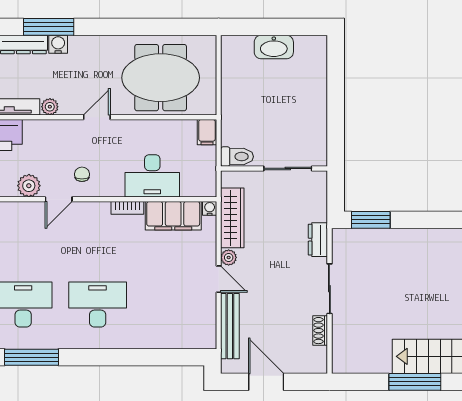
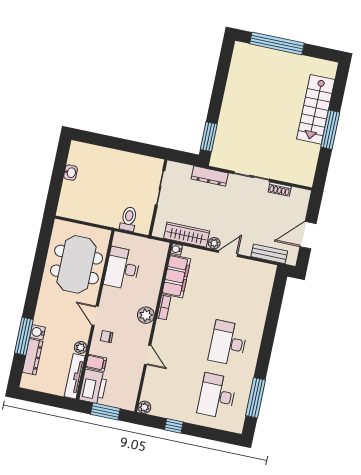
washbasin: (274, 47) -> (71, 173), width x0.52, depth x0.69
filing cabinet: (207, 132) -> (96, 363), moved
toilet: (237, 157) -> (129, 219), moved
chair: (82, 174) -> (107, 337), moved
desk: (152, 176) -> (122, 268), moved, turned 180
plant: (29, 186) -> (146, 315), moved
dresser: (318, 240) -> (210, 176), width x1.44
bench: (230, 326) -> (269, 254), width x0.73

